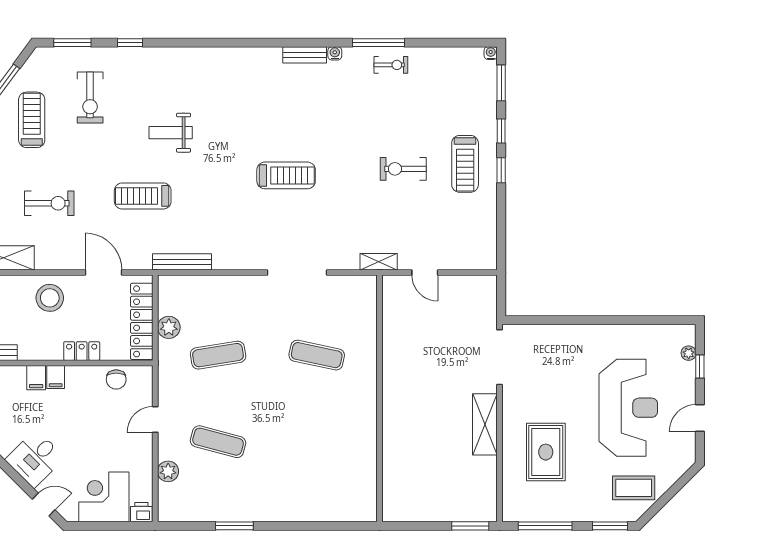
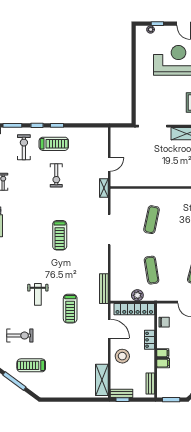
treadmill: (286, 175) -> (60, 235), turned 180
exercise bike: (49, 203) -> (24, 147), moved
door: (104, 272) -> (109, 329), swing flipped

